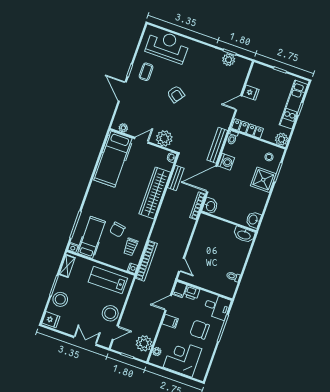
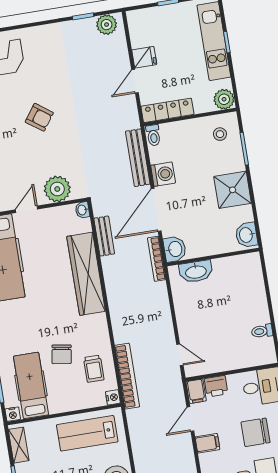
plant: (229, 60) -> (107, 25), moved
shower: (263, 180) -> (233, 190), moved
washbasin: (244, 235) -> (196, 272), moved

